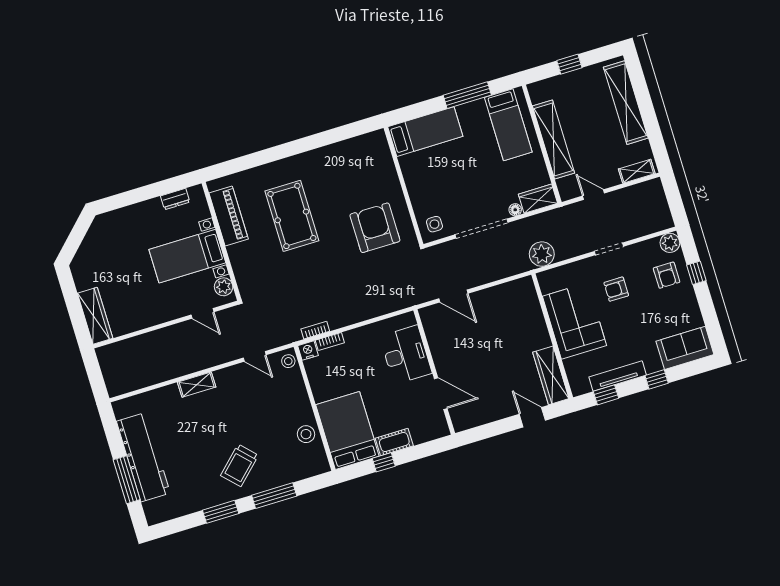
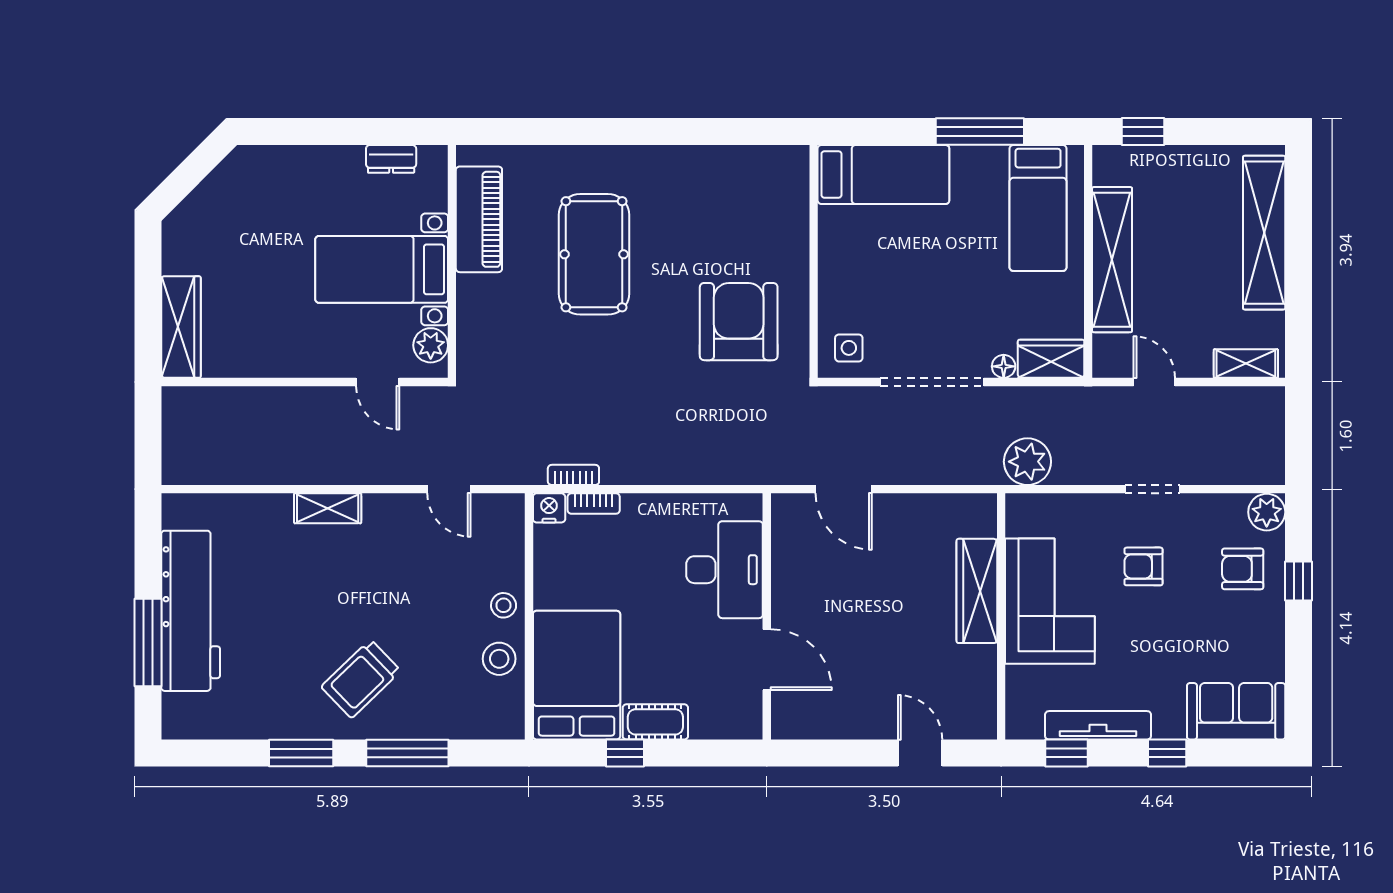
window: (569, 64) -> (1143, 131), moved
armchair: (667, 275) -> (1243, 569), turned 90
stool: (288, 361) -> (504, 605), moved
wardrobe: (551, 375) -> (977, 591), moved

